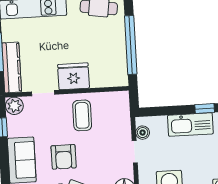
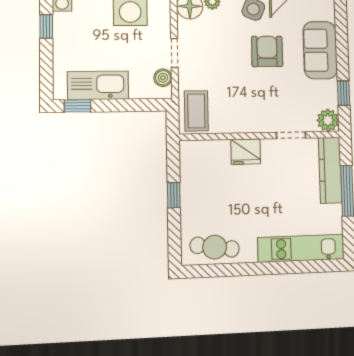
window: (131, 45) -> (174, 195), width x0.32
fridge: (74, 76) -> (246, 152), width x0.73, depth x0.75
coffee table: (82, 115) -> (196, 111), moved

